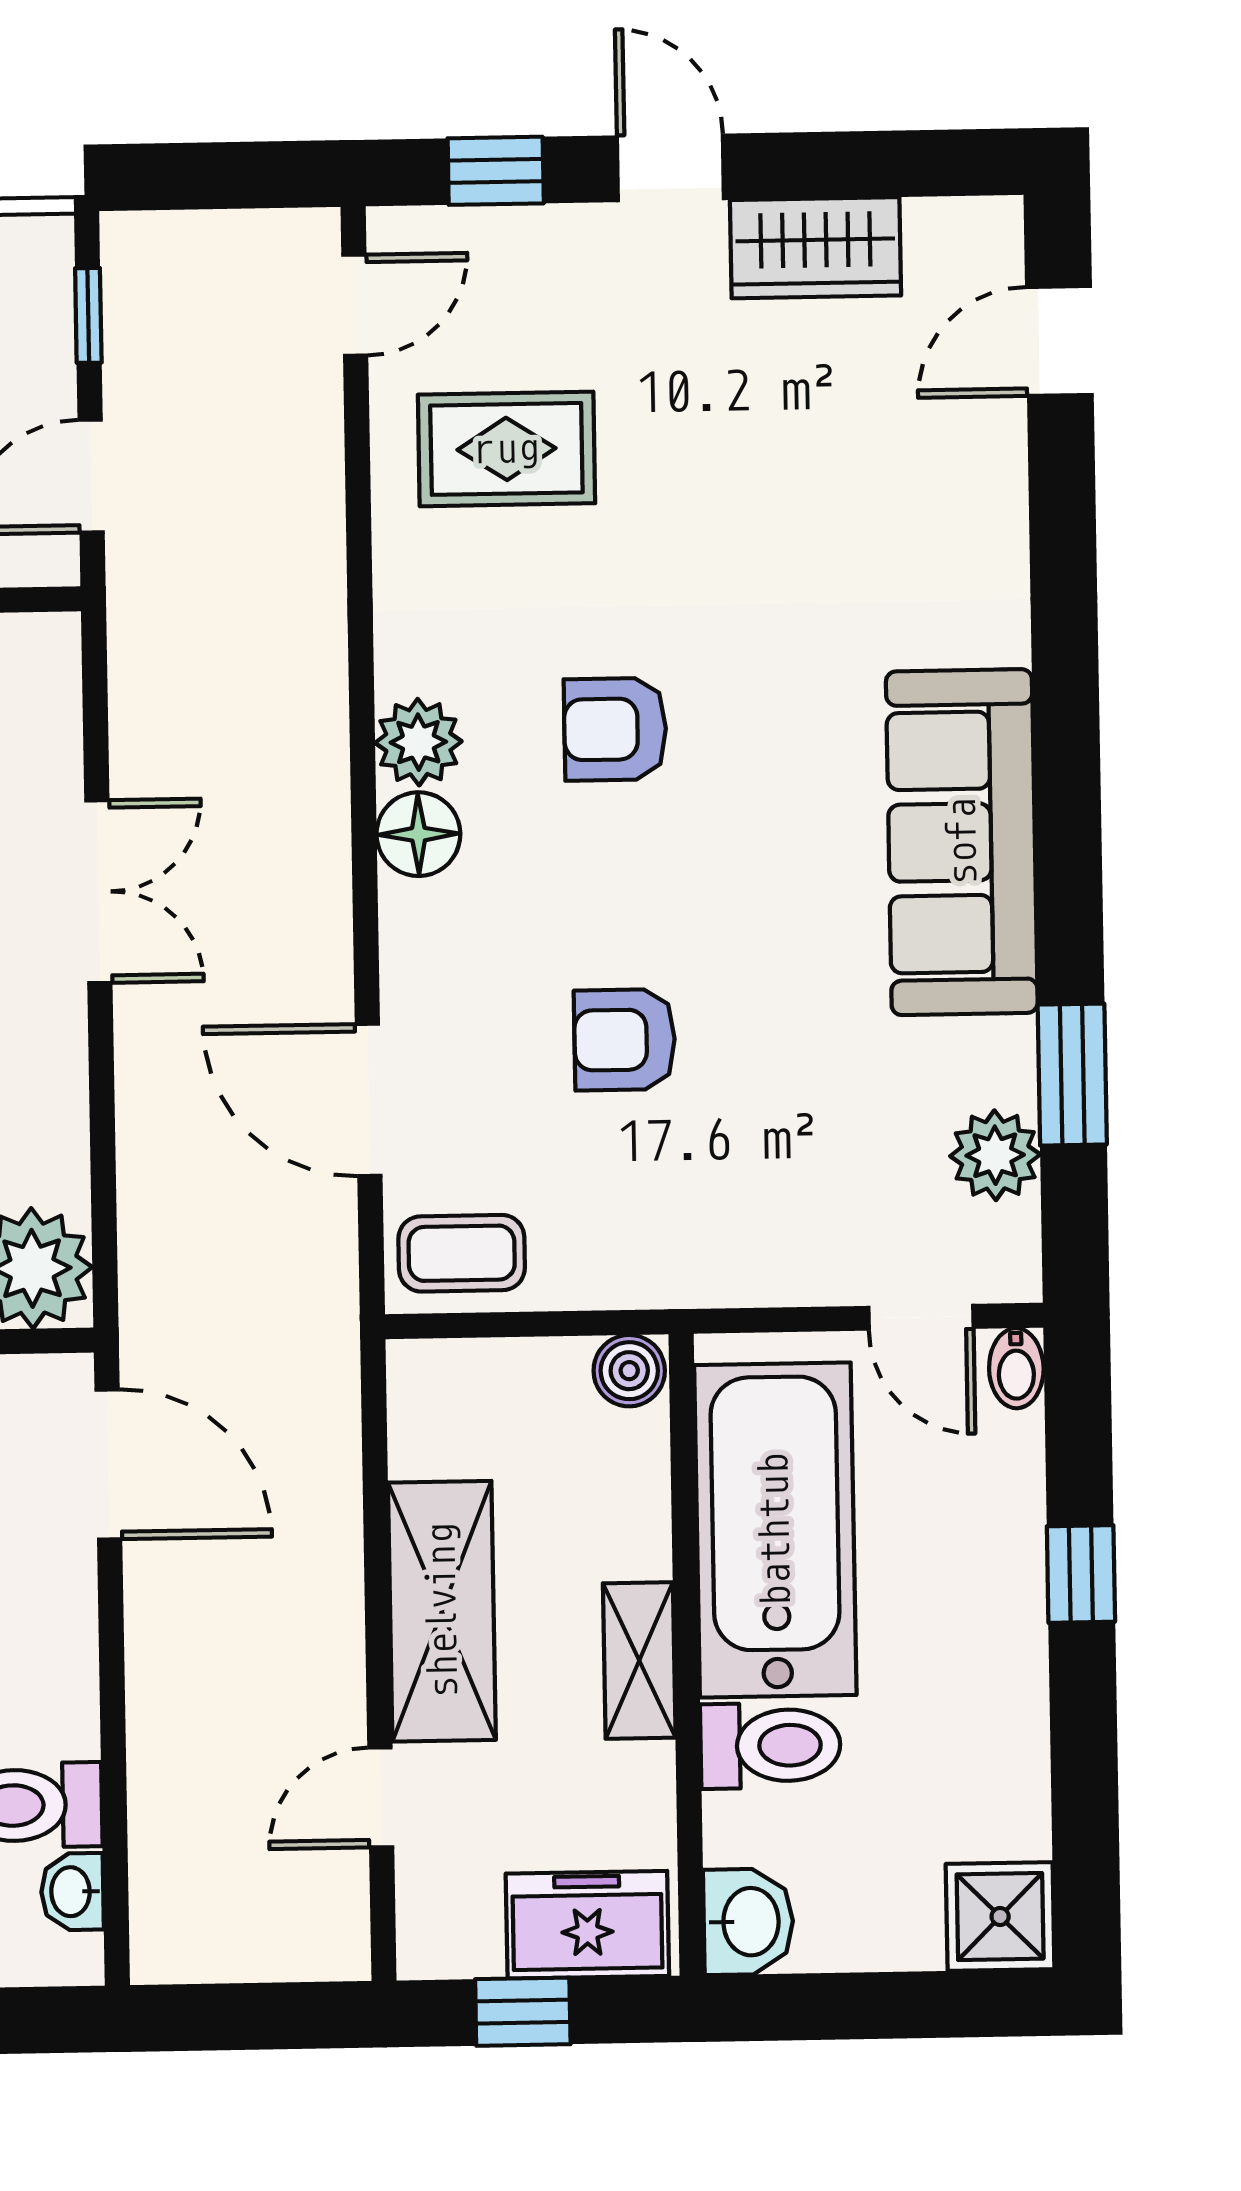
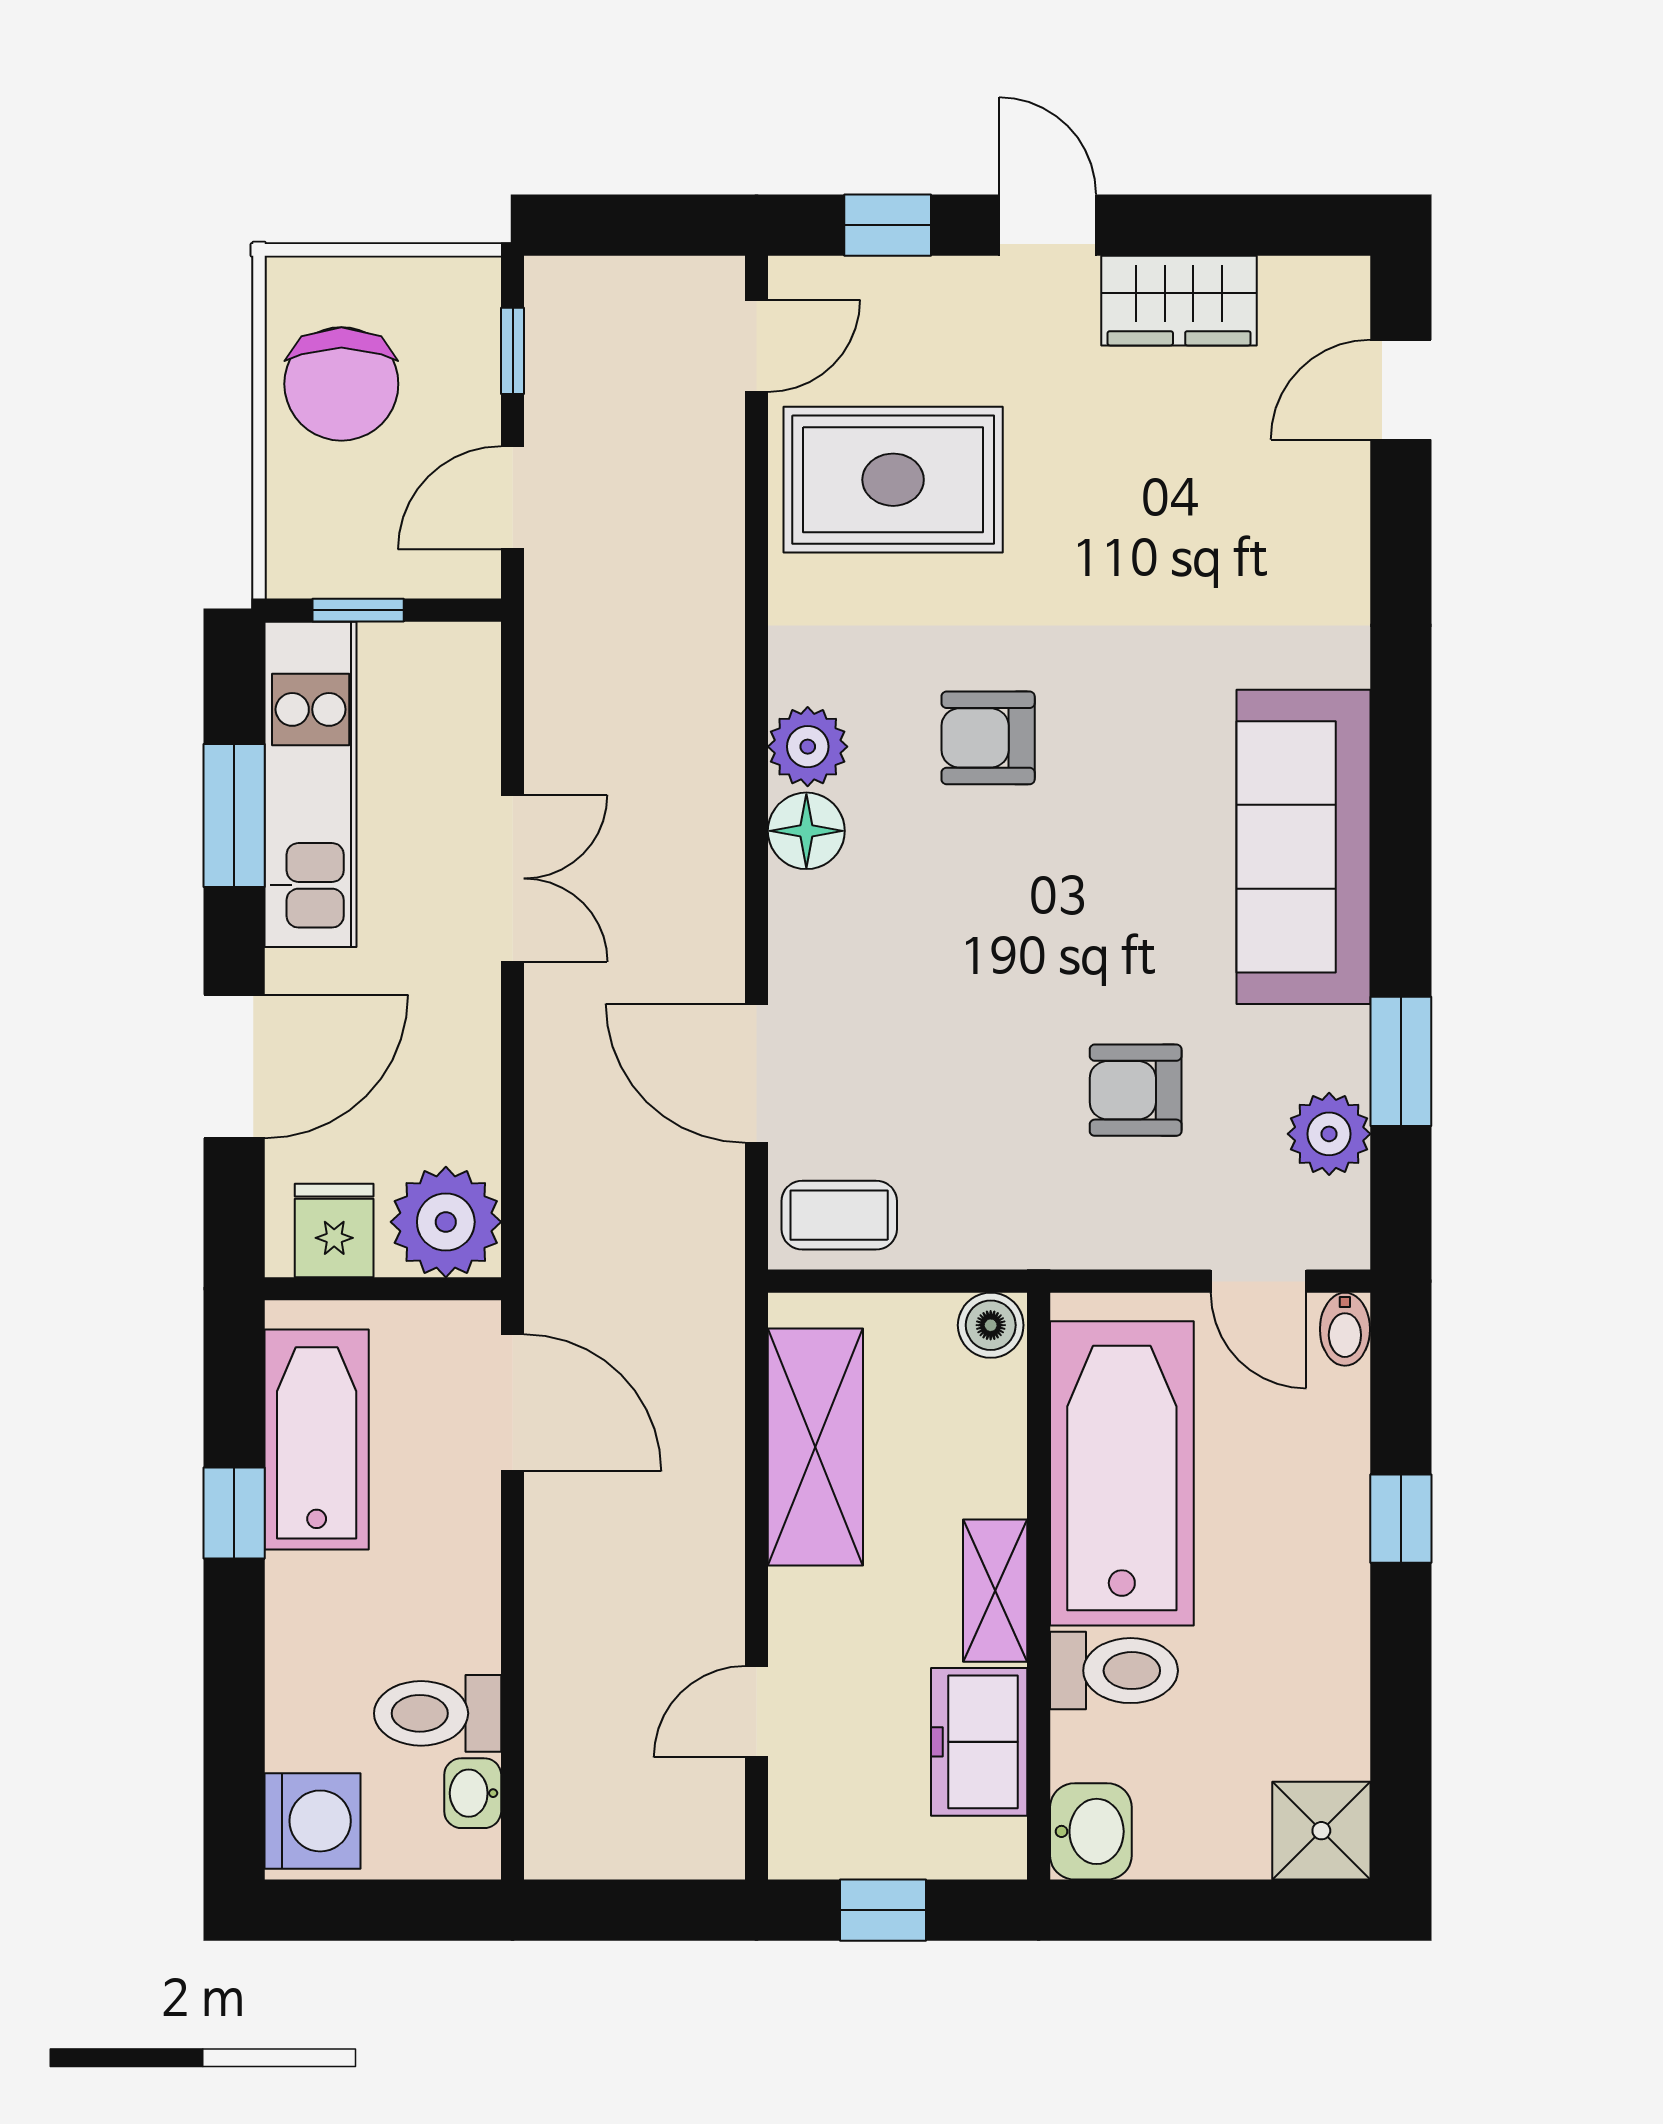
rug: (506, 449) -> (893, 480), width x1.36, depth x1.43
armchair: (625, 1040) -> (1136, 1090), moved
shelving: (442, 1611) -> (815, 1447), moved
freezer: (587, 1925) -> (979, 1742), moved, turned -90

